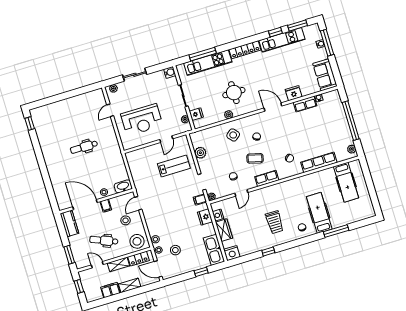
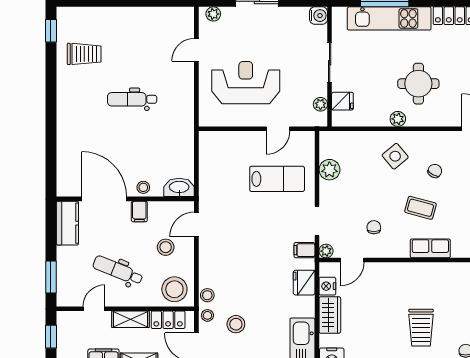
reception desk: (142, 120) -> (246, 83), turned 180
trolley: (51, 131) -> (84, 54), added
door: (241, 193) -> (352, 260), moved
door: (97, 265) -> (94, 309), hinge flipped

